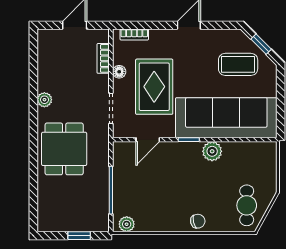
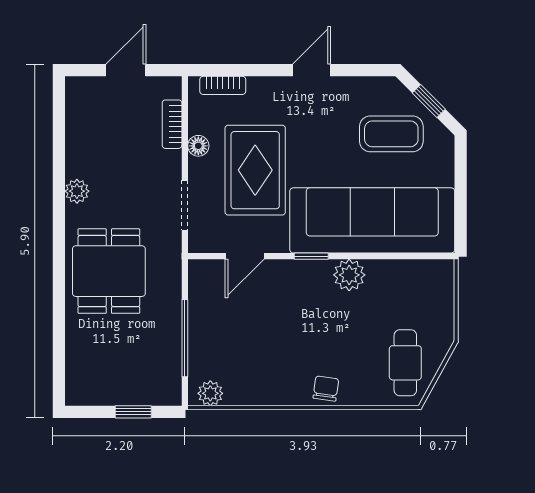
chair: (198, 221) -> (326, 388), turned -69

